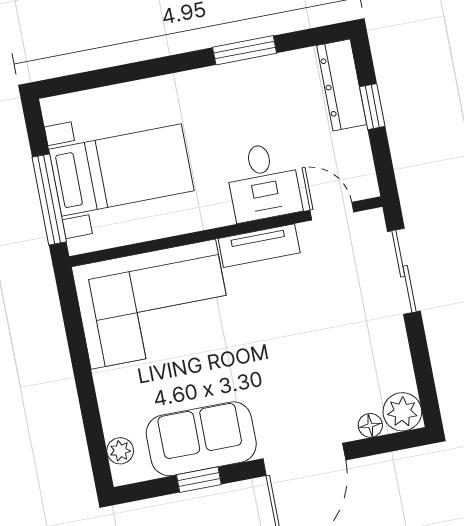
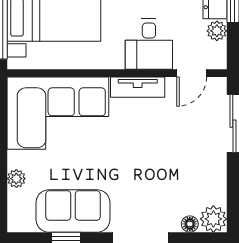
plant: (356, 144) -> (217, 31), added
door: (332, 211) -> (192, 73), swing flipped
plant: (120, 451) -> (16, 179), moved

